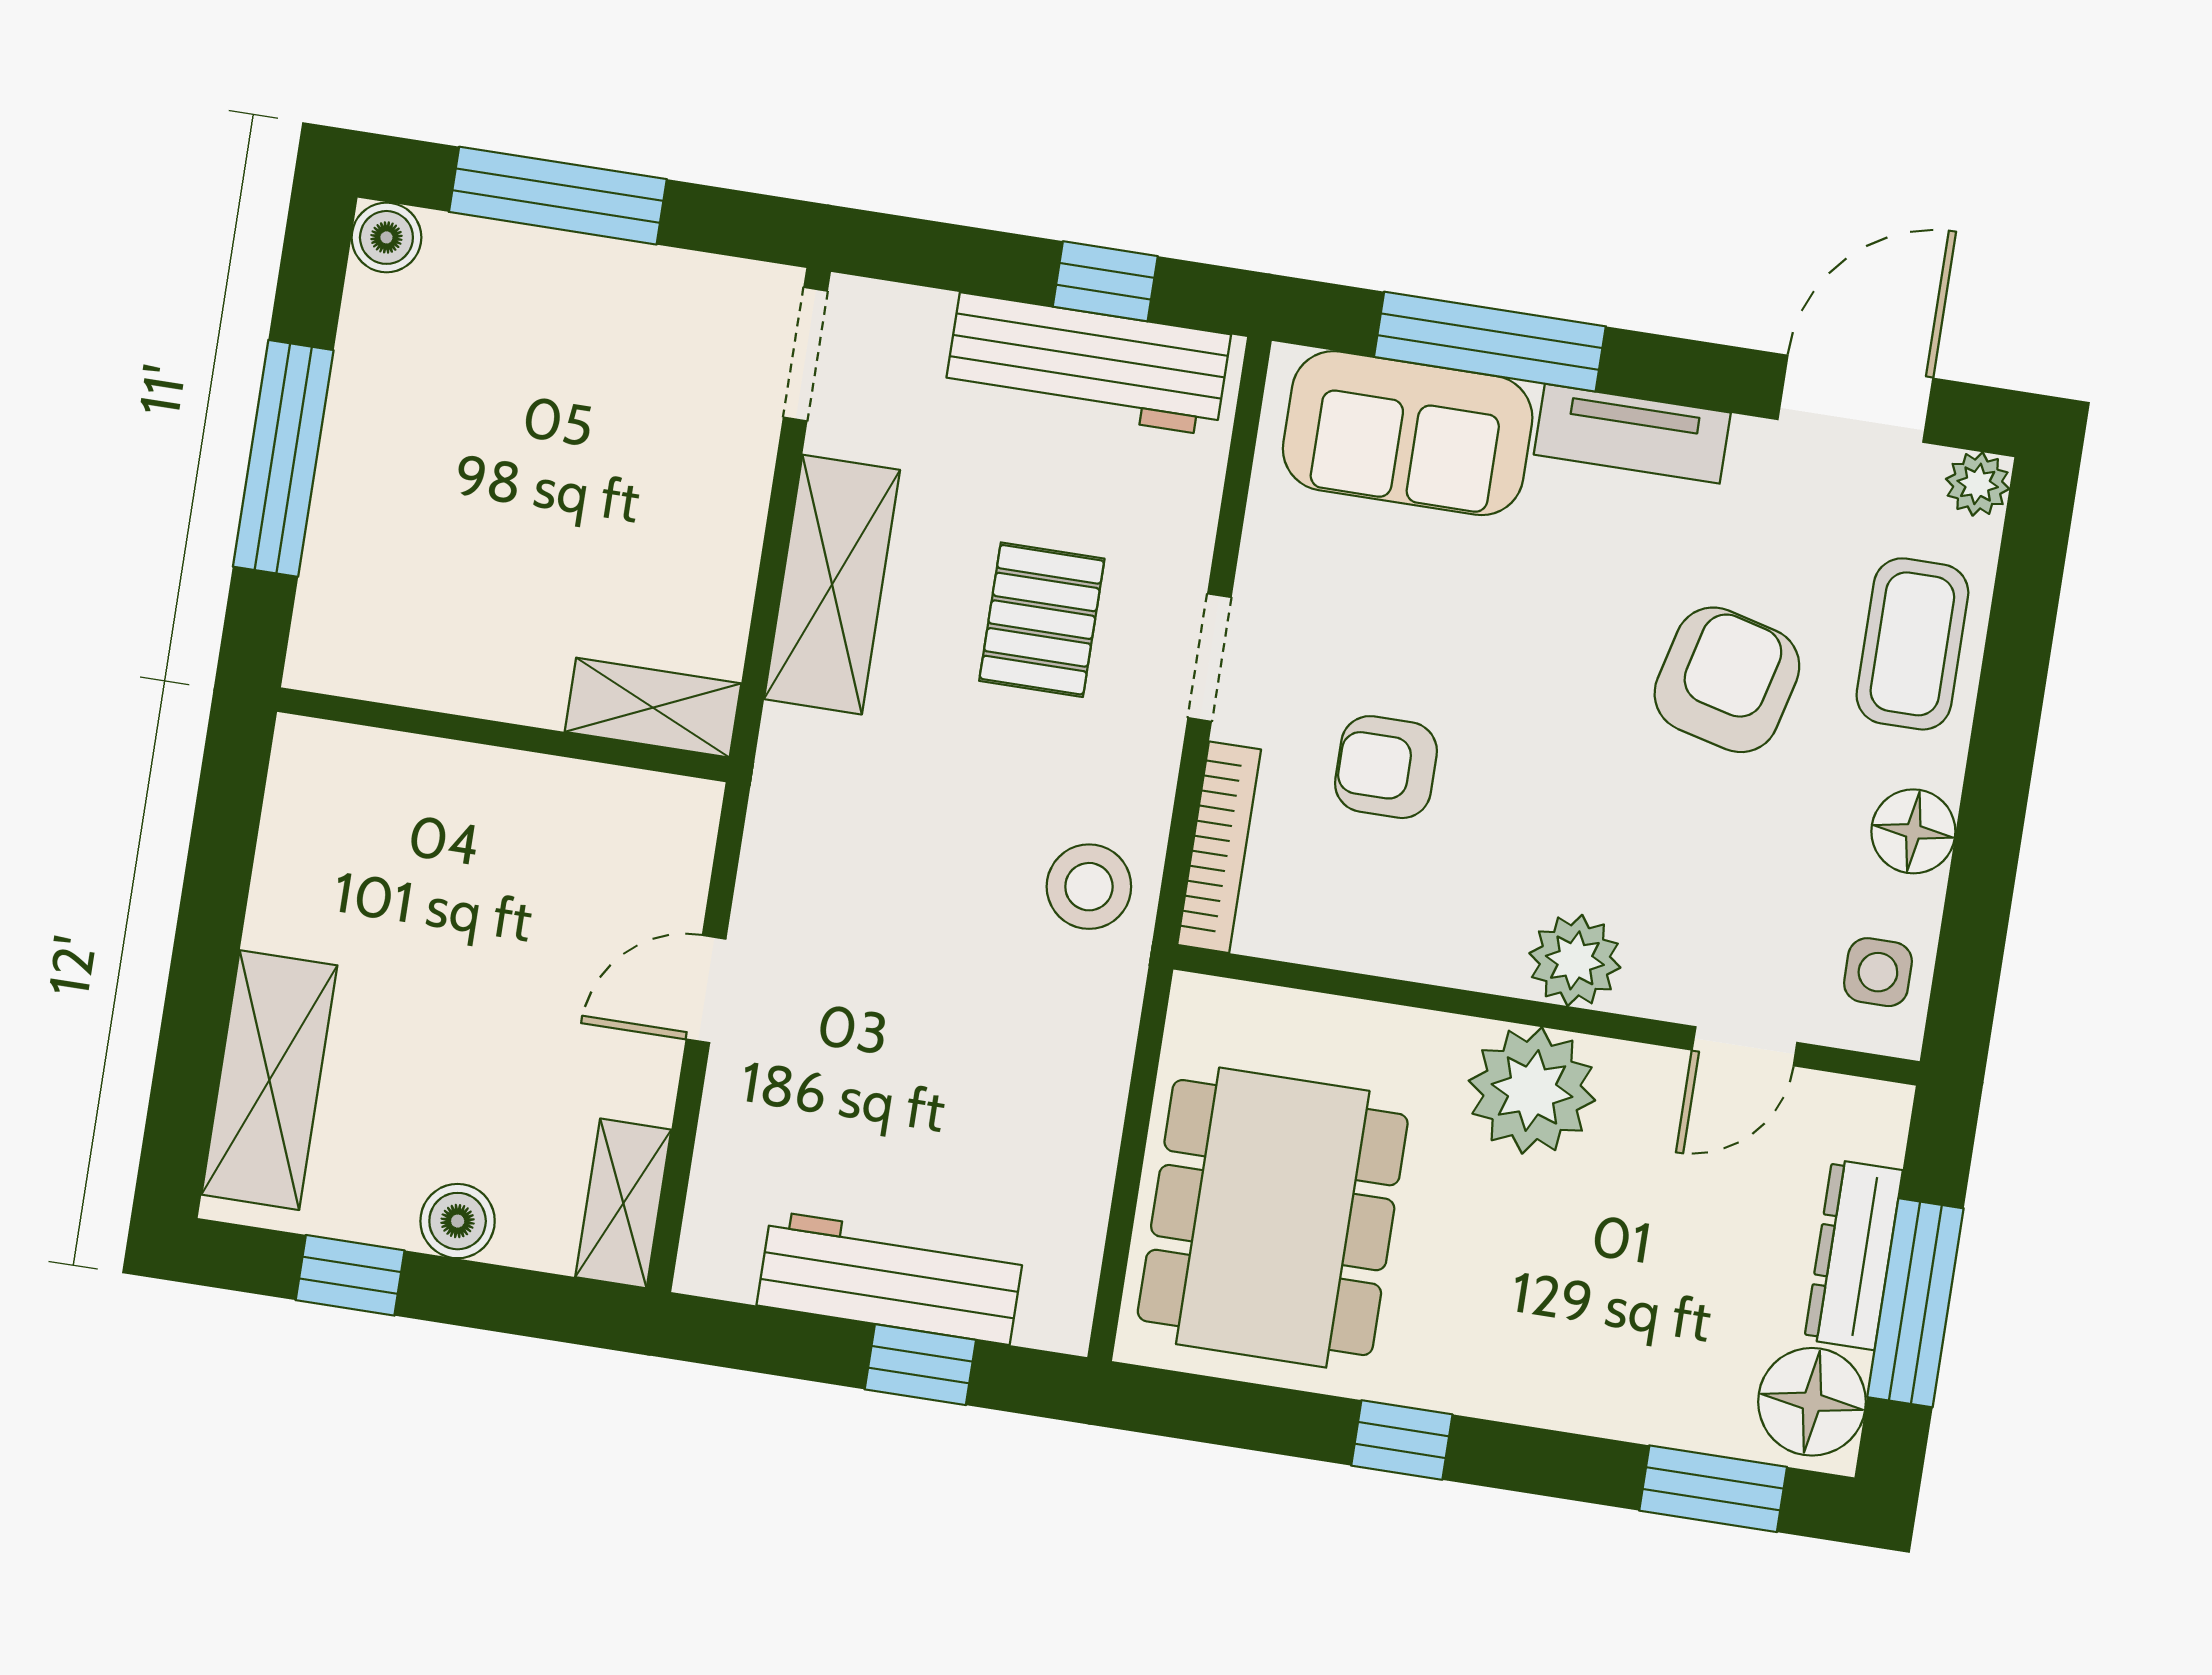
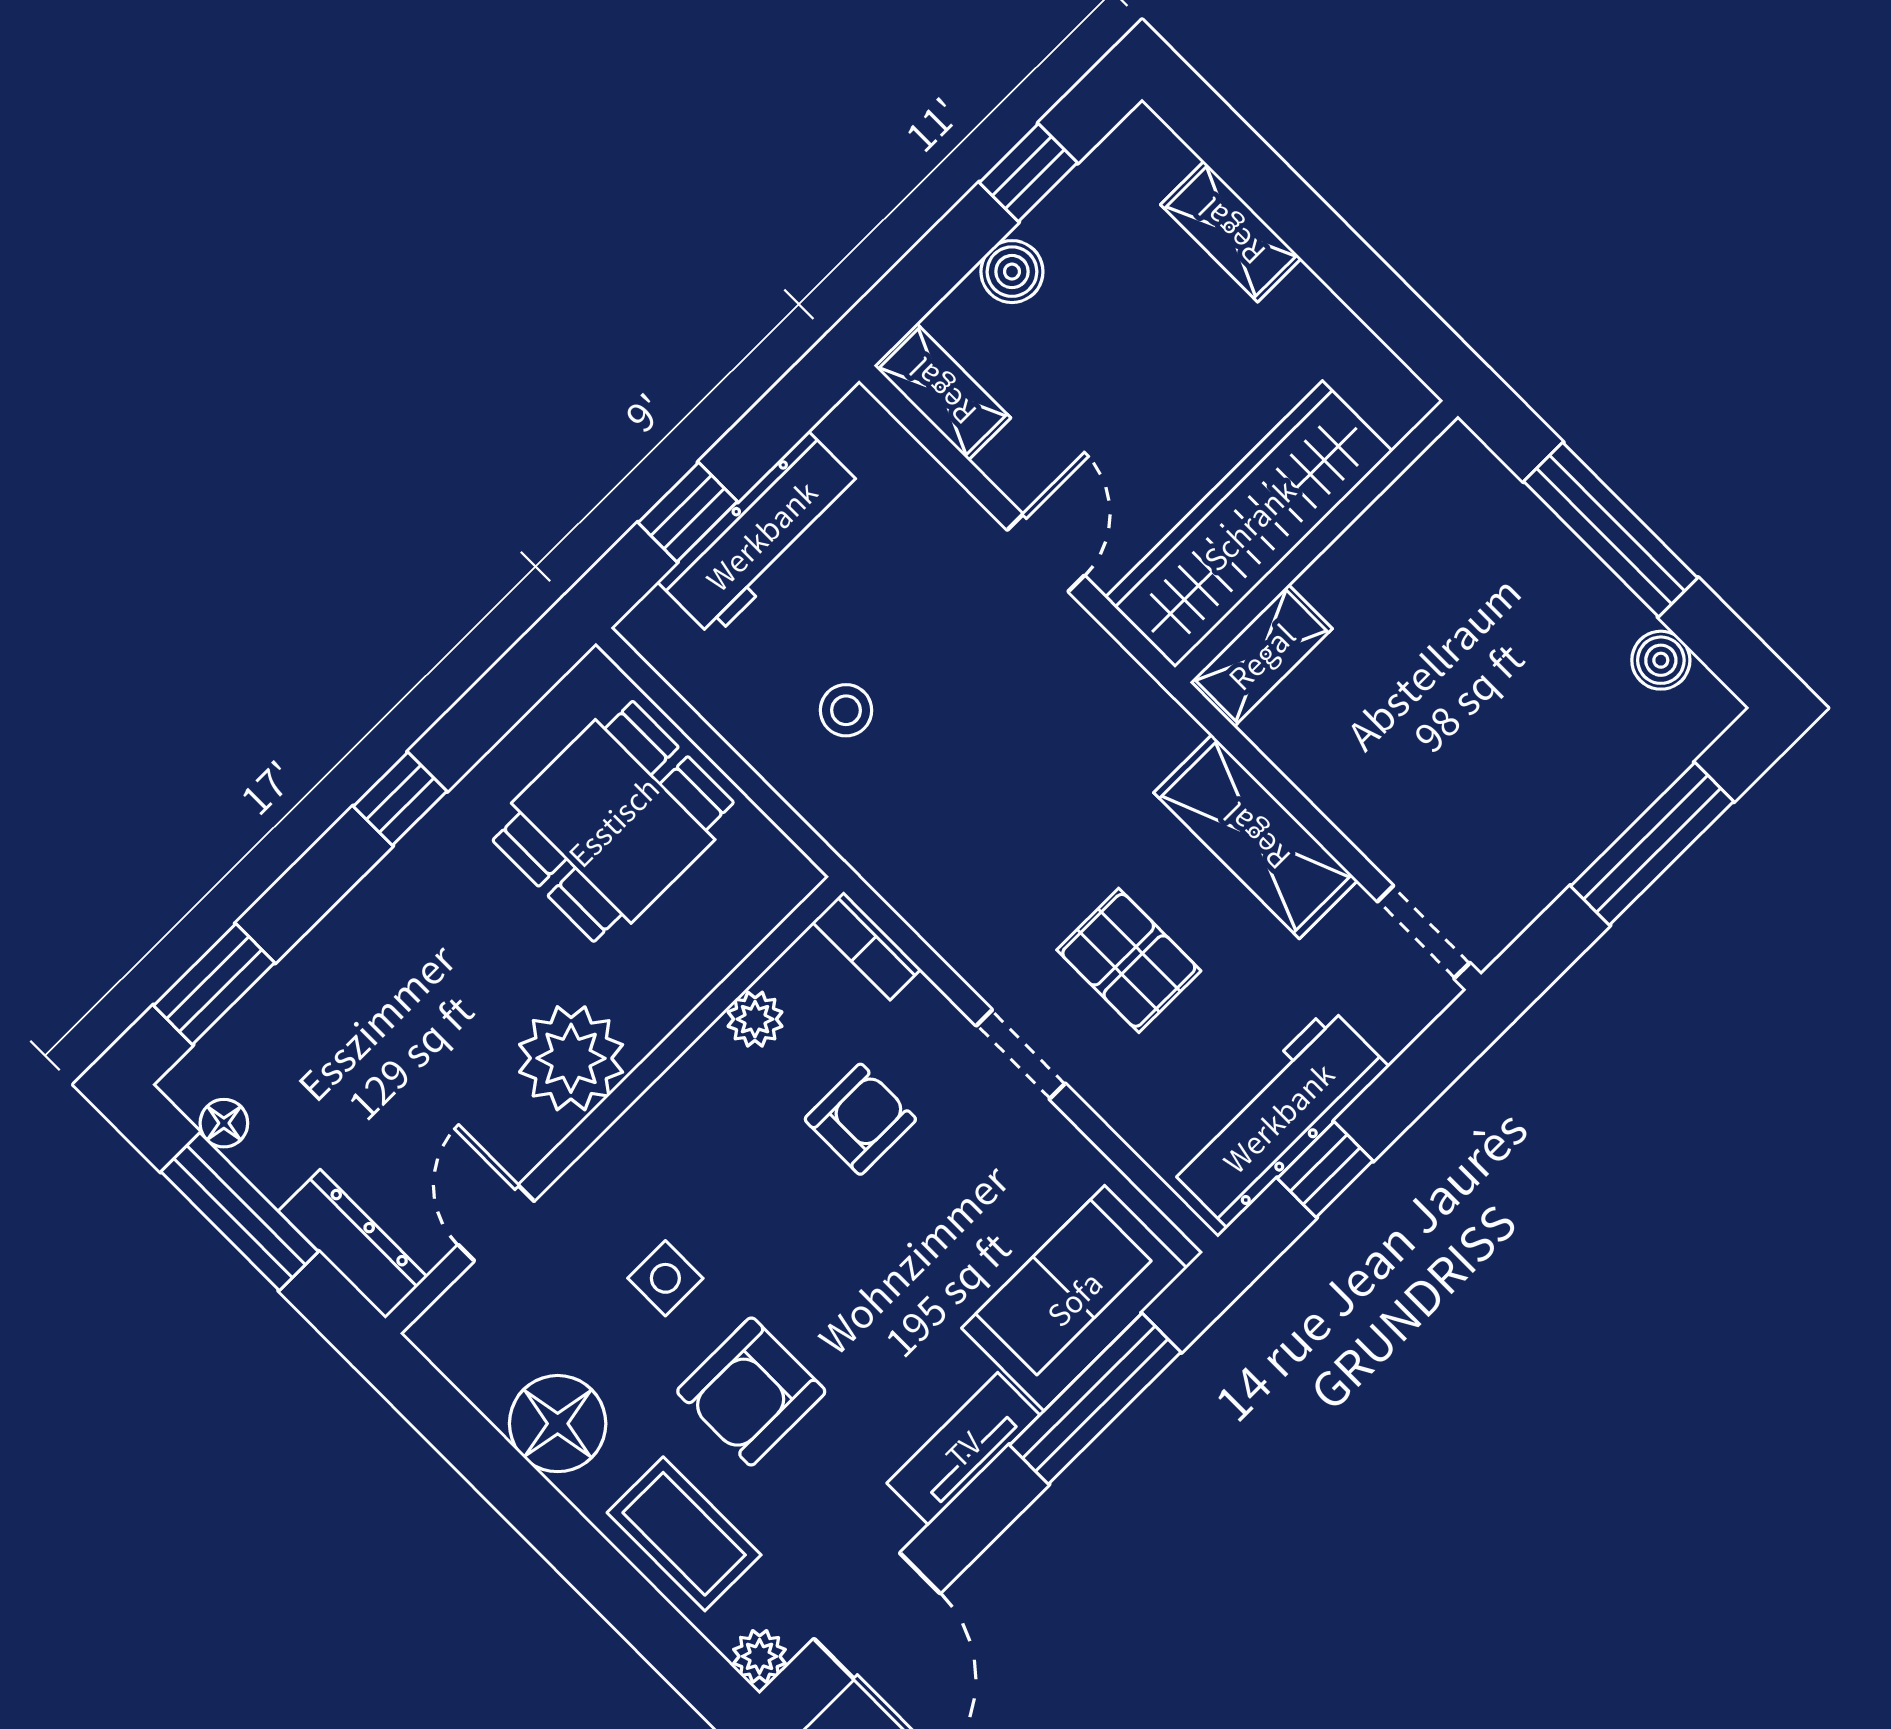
boiler: (386, 237) -> (1661, 660), moved
armchair: (1727, 680) -> (751, 1391), turned 76
wardrobe: (534, 813) -> (1249, 524), added
floor lamp: (1913, 831) -> (558, 1424), width x1.38, depth x1.38
bookcase: (1219, 847) -> (867, 946), width x0.64
stool: (1089, 887) -> (846, 710), moved, width x0.73, depth x0.73
plant: (1575, 960) -> (755, 1019), moved, width x0.73, depth x0.73
side table: (1878, 972) -> (665, 1278), moved
shelving: (269, 1080) -> (1231, 232), width x0.67, depth x0.75
dining table: (1273, 1218) -> (613, 821), width x0.73
dresser: (1853, 1255) -> (353, 1244), moved
floor lamp: (1812, 1402) -> (224, 1123), width x0.53, depth x0.53

